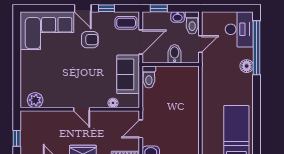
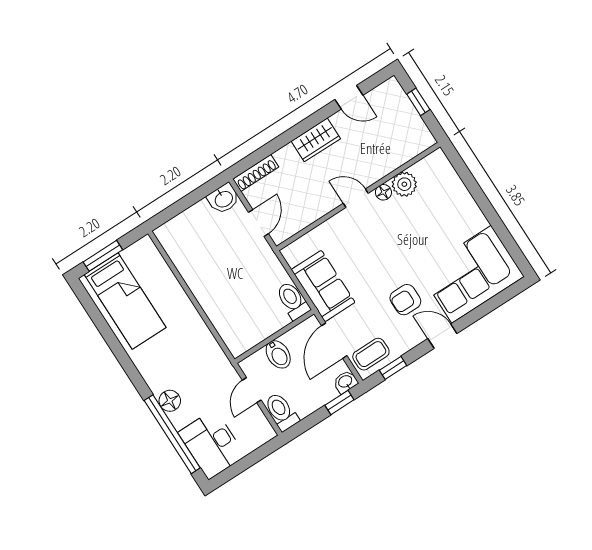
window: (106, 8) -> (393, 368), moved
washbasin: (178, 17) -> (345, 382), moved
plant: (35, 100) -> (404, 184), moved
floor lamp: (113, 103) -> (383, 192), moved

